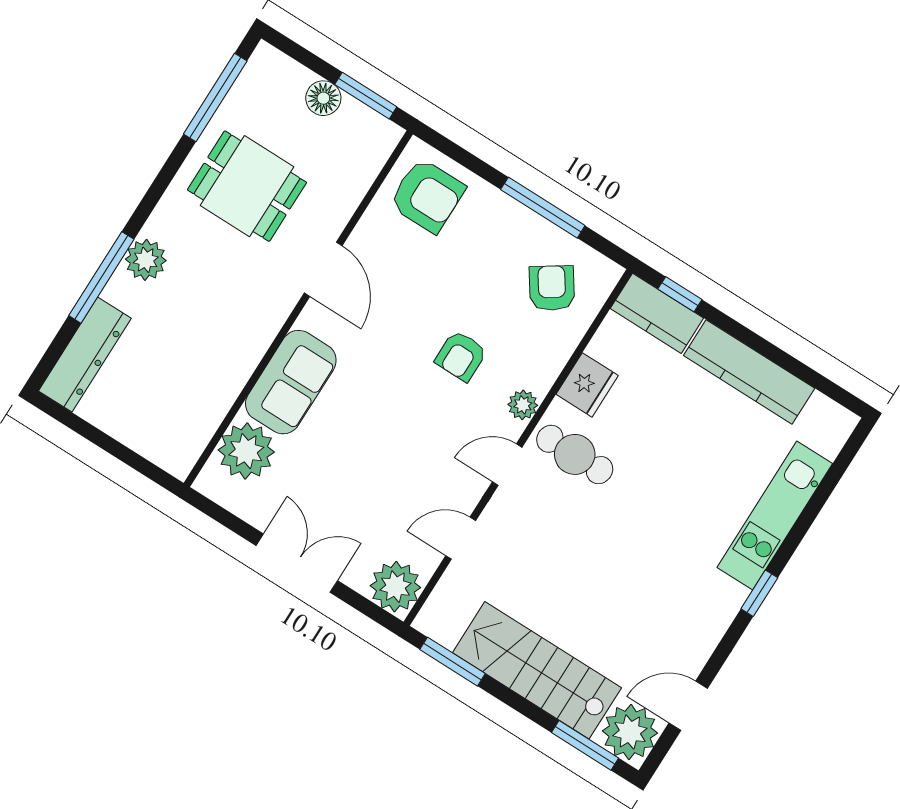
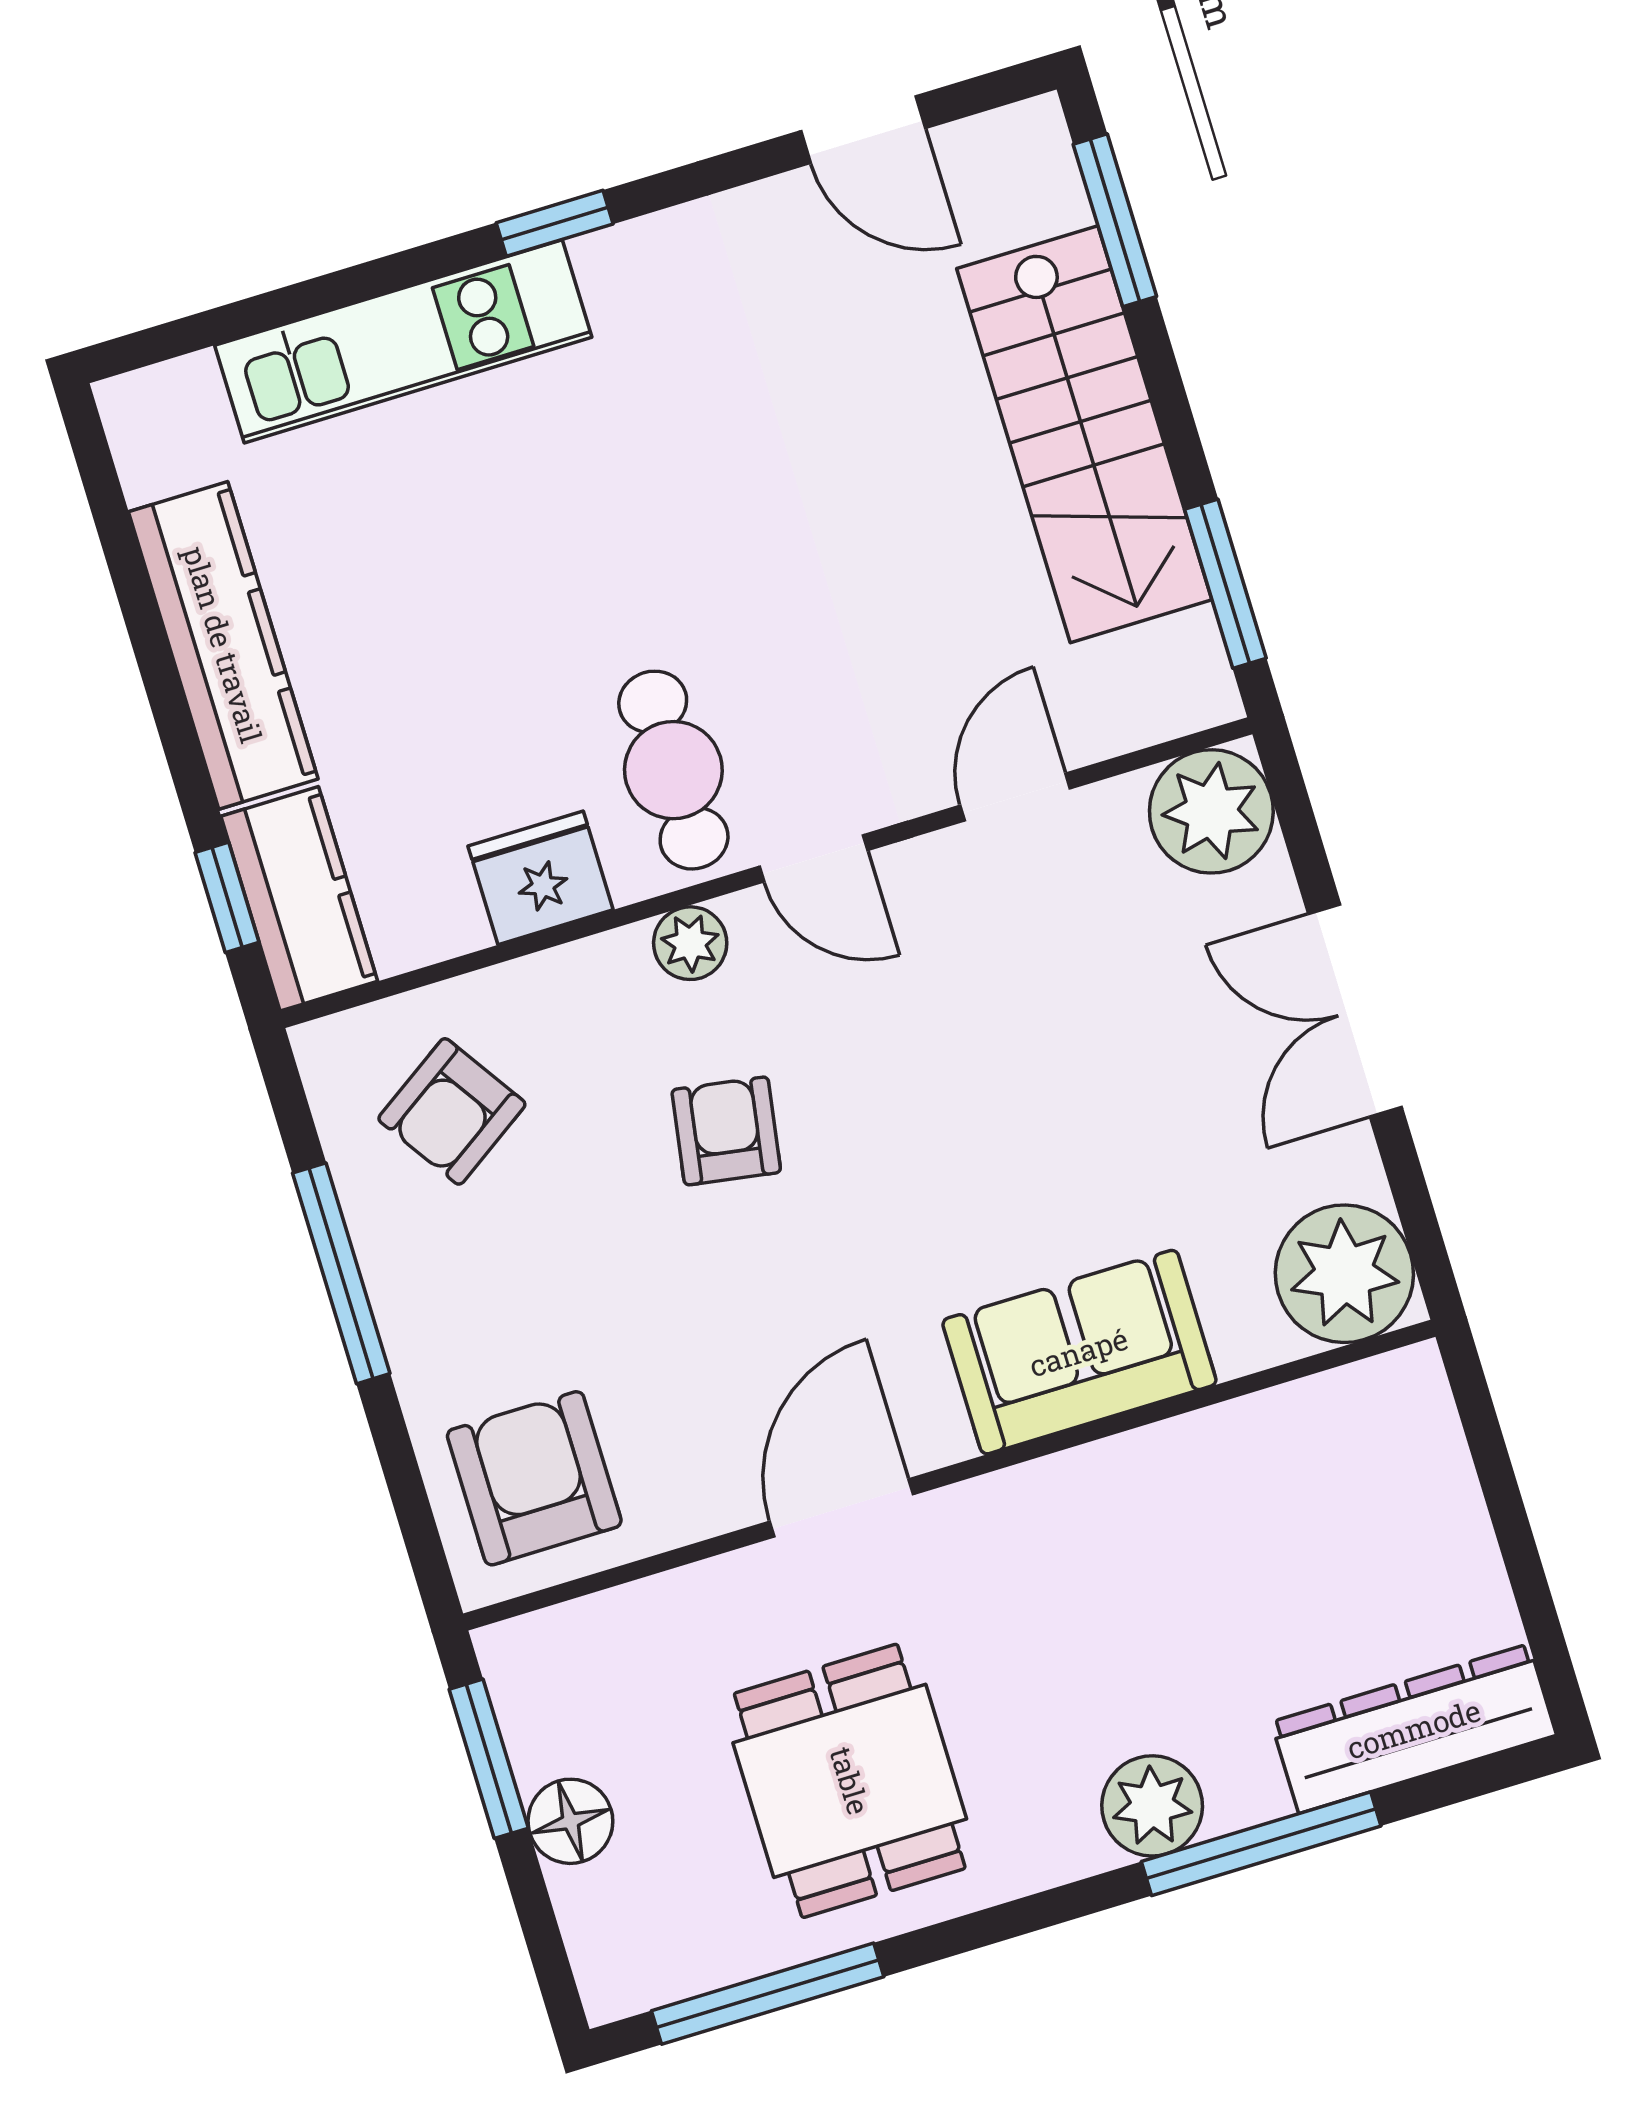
armchair: (461, 356) -> (726, 1131), turned -81
plant: (246, 451) -> (1344, 1274), moved
door: (461, 538) -> (1015, 797), swing flipped
plant: (630, 732) -> (1012, 174), removed

